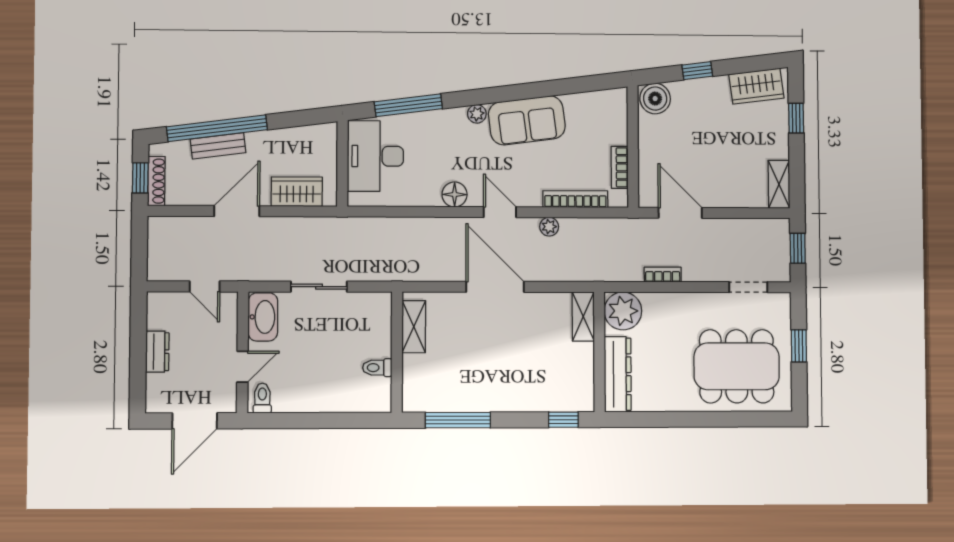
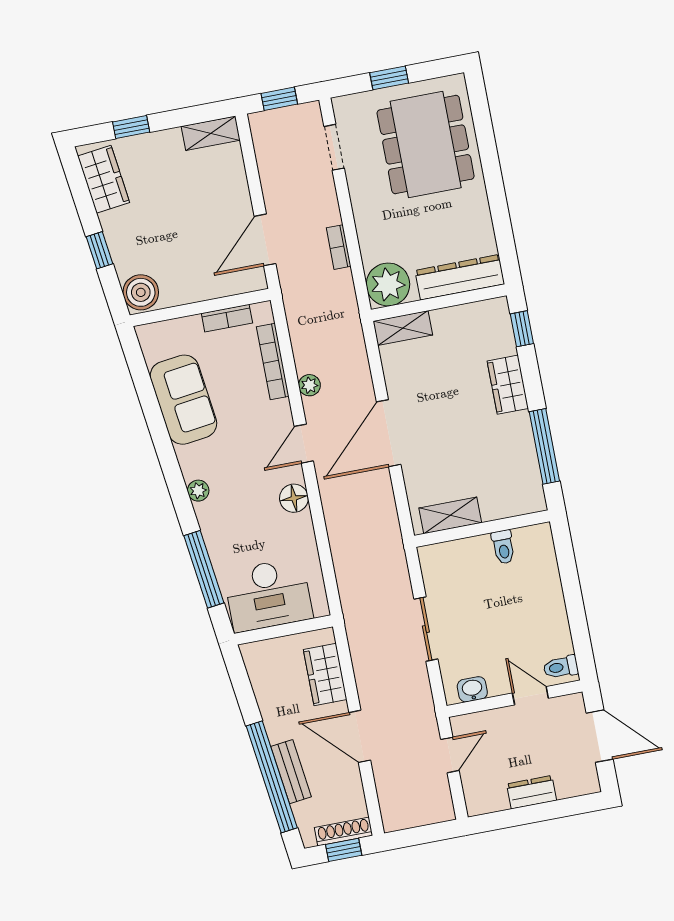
sofa: (527, 120) -> (183, 400), moved
washbasin: (263, 317) -> (472, 689), width x0.52, depth x0.69
wardrobe: (517, 398) -> (508, 385), added

